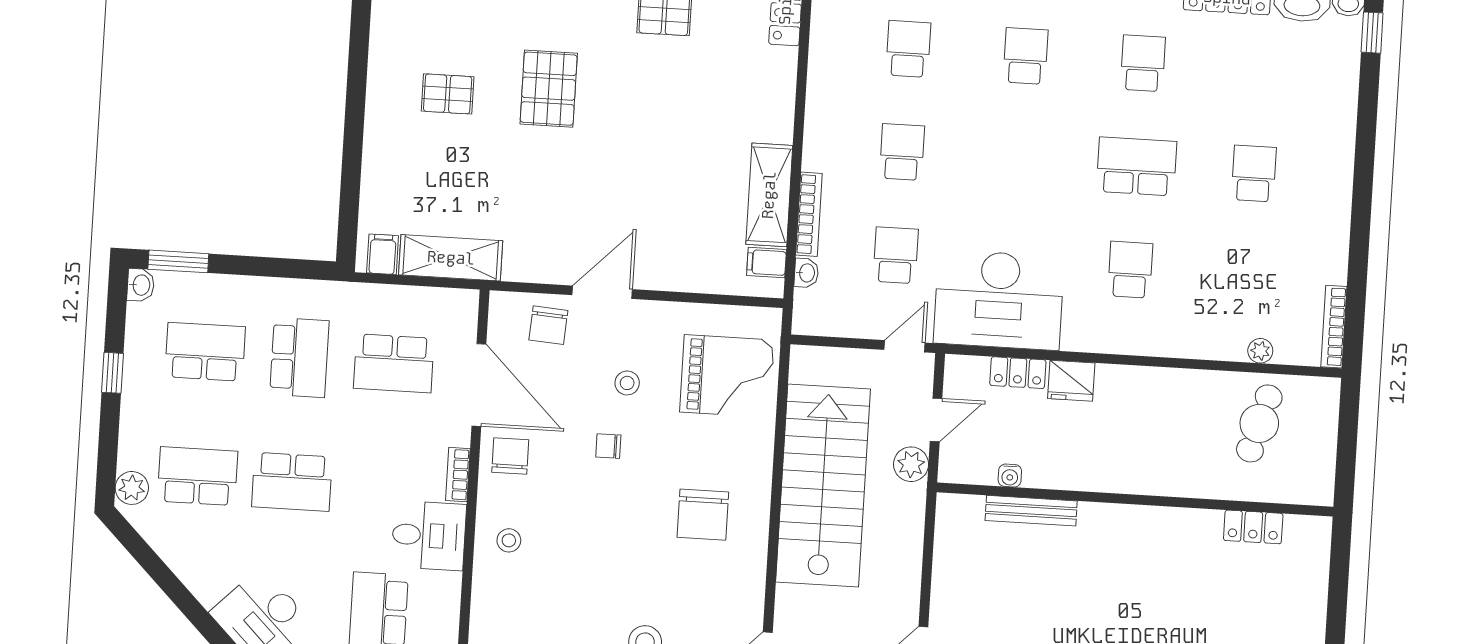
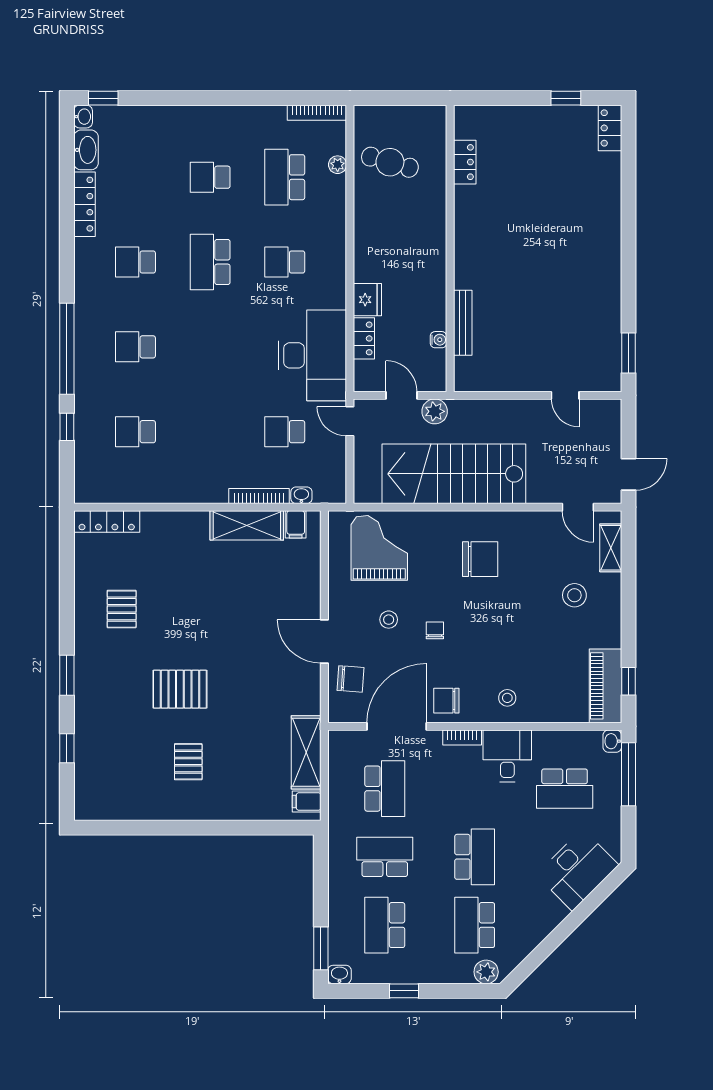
school desk: (902, 152) -> (285, 177), moved, width x1.85
chair: (608, 446) -> (435, 630), turned 180

